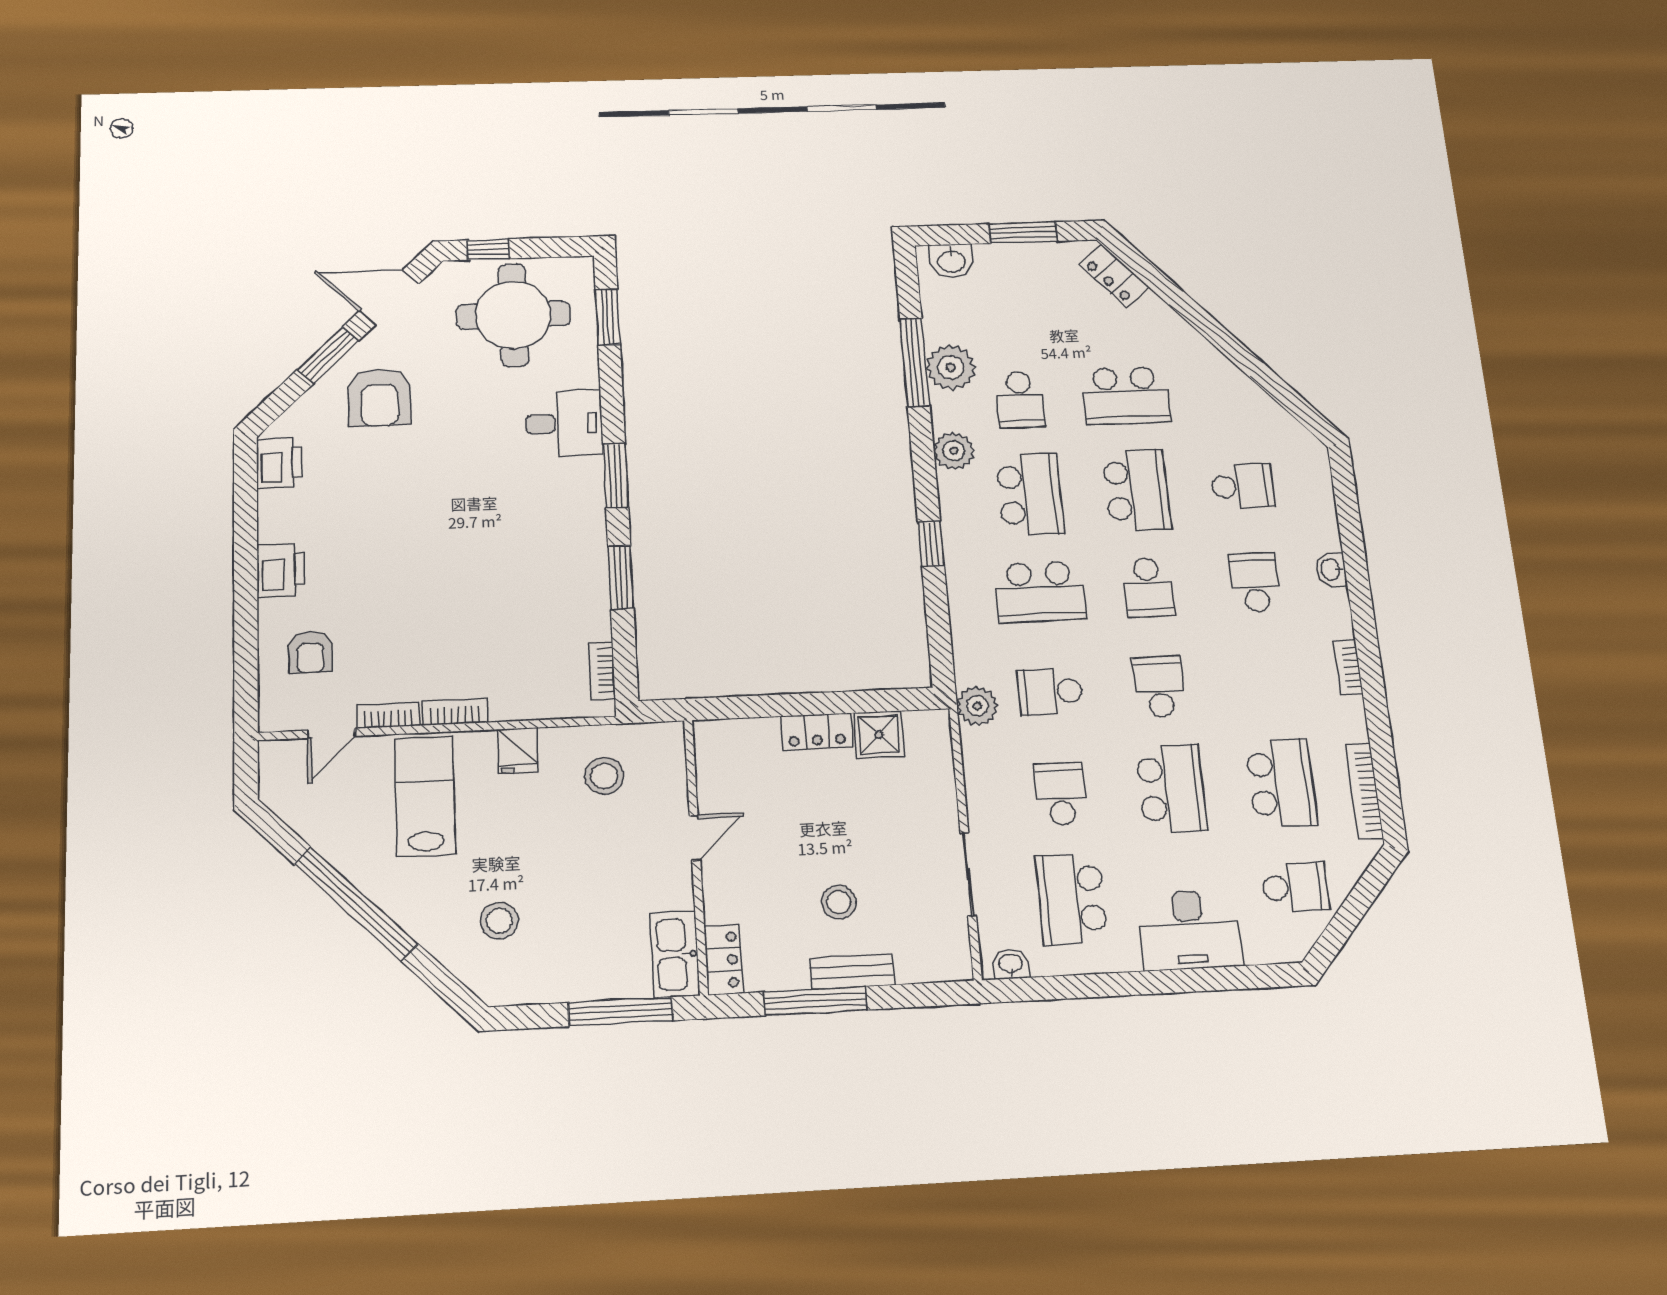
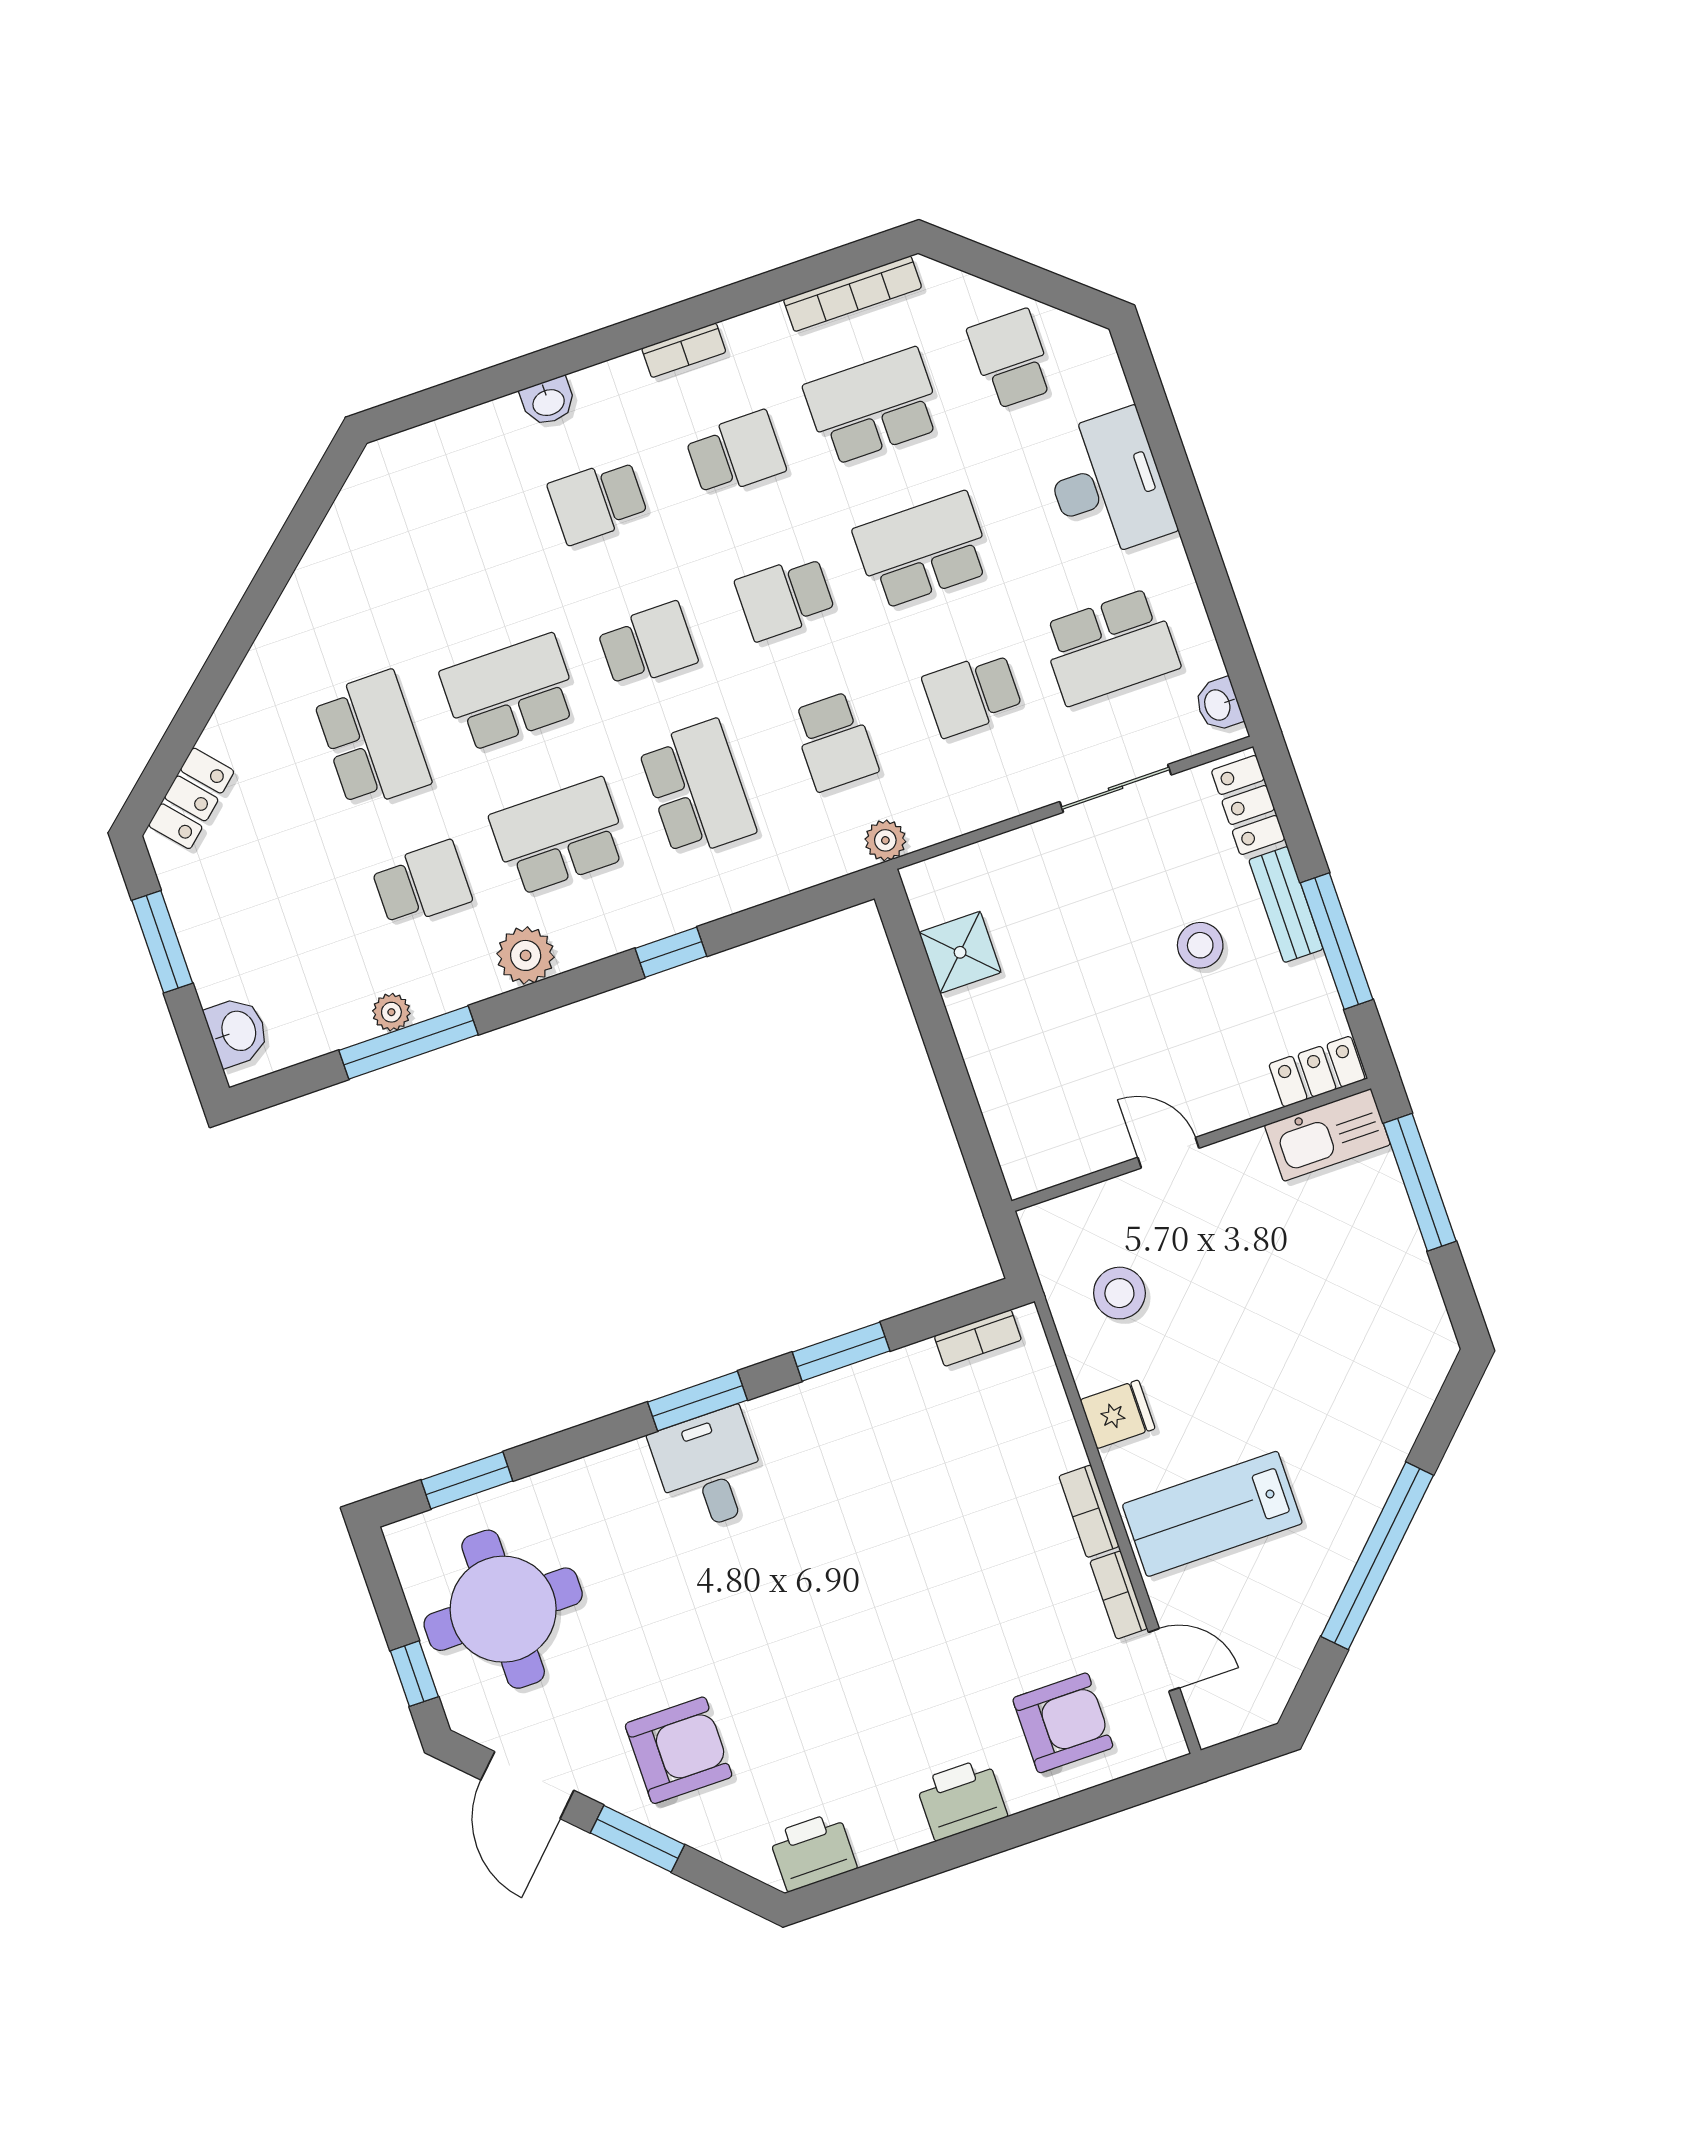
plant: (951, 367) -> (391, 1012), width x0.53, depth x0.53
desk: (564, 423) -> (710, 1469), moved
school desk: (1243, 486) -> (736, 454), moved, turned 90
armchair: (310, 652) -> (1063, 1723), width x1.38, depth x1.38
plant: (977, 706) -> (885, 840), width x0.73, depth x0.73
locker: (817, 731) -> (1248, 805), moved, turned 180
stool: (499, 921) -> (1347, 1369), removed

